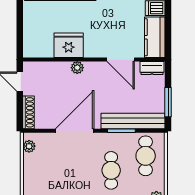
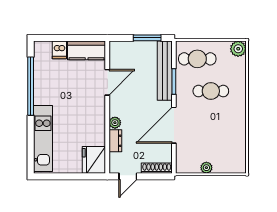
fridge: (69, 45) -> (94, 160), moved
dresser: (152, 68) -> (115, 141), moved
door: (75, 131) -> (174, 125), hinge flipped
plant: (29, 146) -> (206, 168), moved

